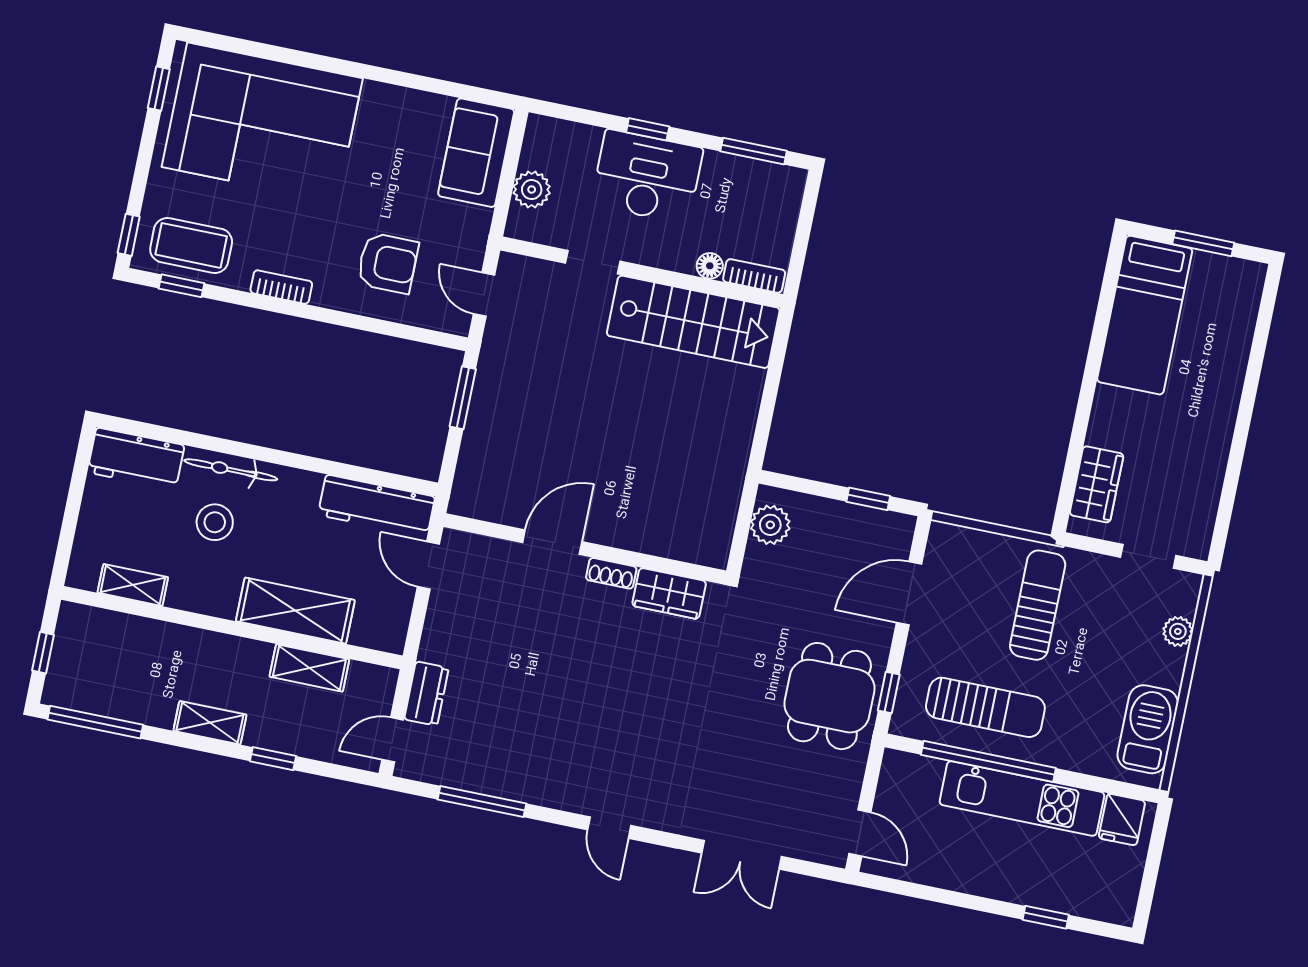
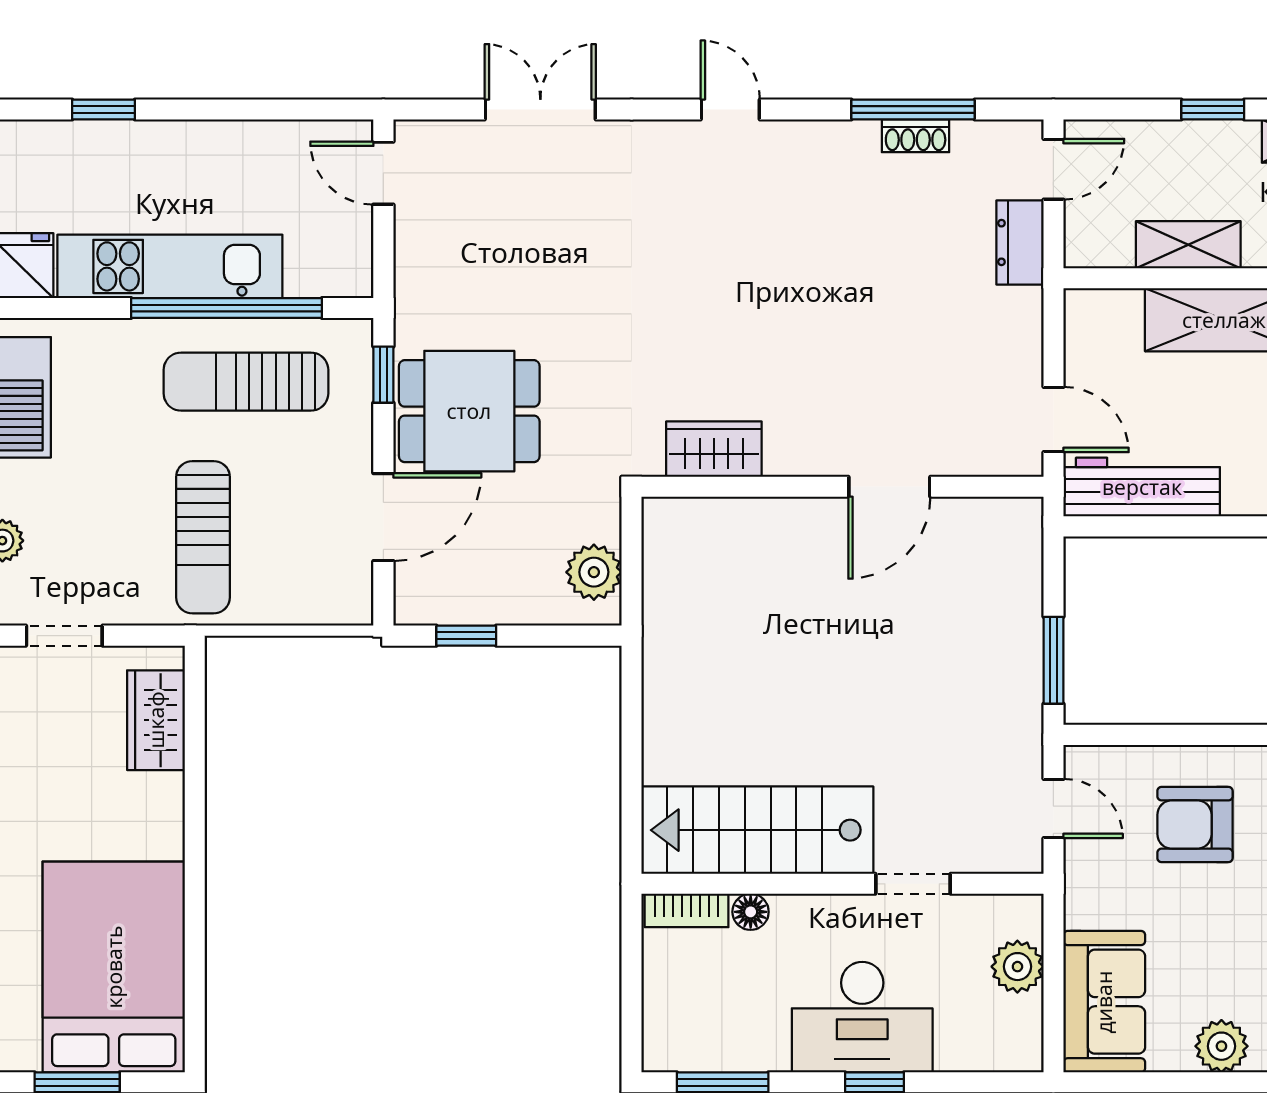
plant: (401, 105) -> (1221, 1046), added
bed: (1145, 315) -> (114, 967), width x1.50
shoe rack: (611, 573) -> (916, 136), moved, turned 180
dining table: (829, 696) -> (469, 411), moved, turned 90

